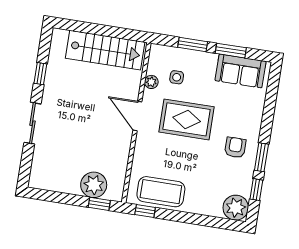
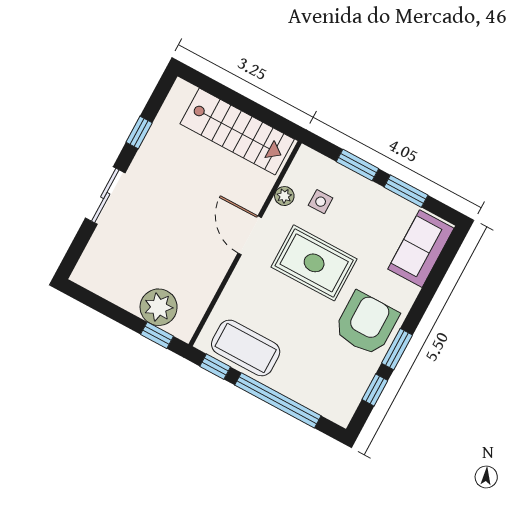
sofa: (241, 71) -> (421, 249), moved, turned 90
armchair: (235, 147) -> (366, 324), width x1.88, depth x1.88
plant: (236, 208) -> (339, 405), removed
window: (194, 219) -> (278, 400), added

